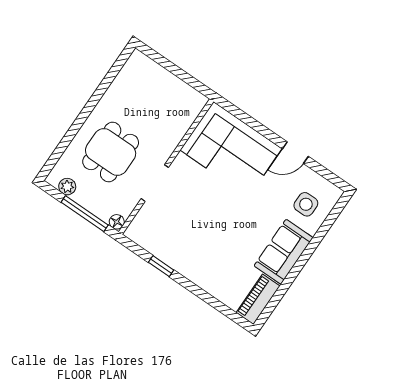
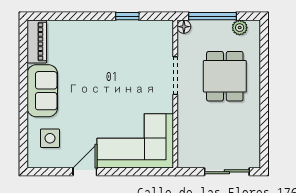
sliding door: (168, 65) -> (227, 172), added

